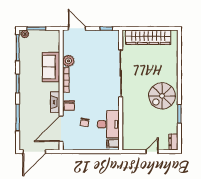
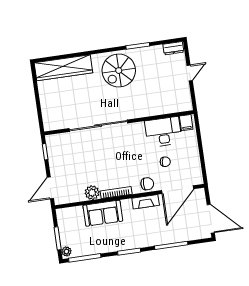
wardrobe: (148, 37) -> (63, 68), moved, turned 90
spiral stairs: (162, 96) -> (119, 71), turned 90
door: (61, 129) -> (178, 190), hinge flipped
door: (152, 152) -> (190, 73), swing flipped

